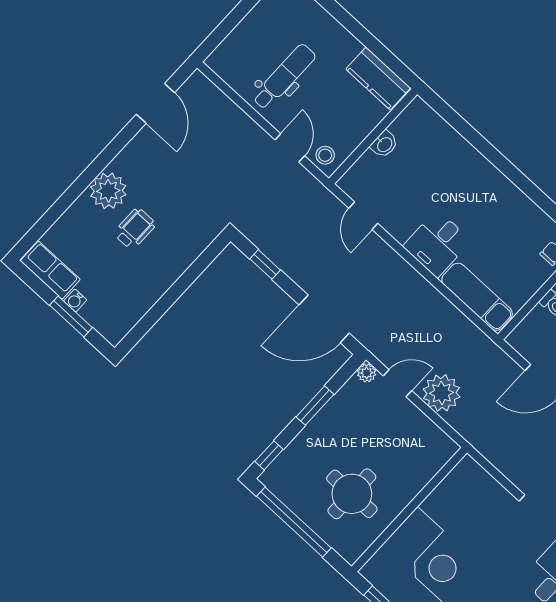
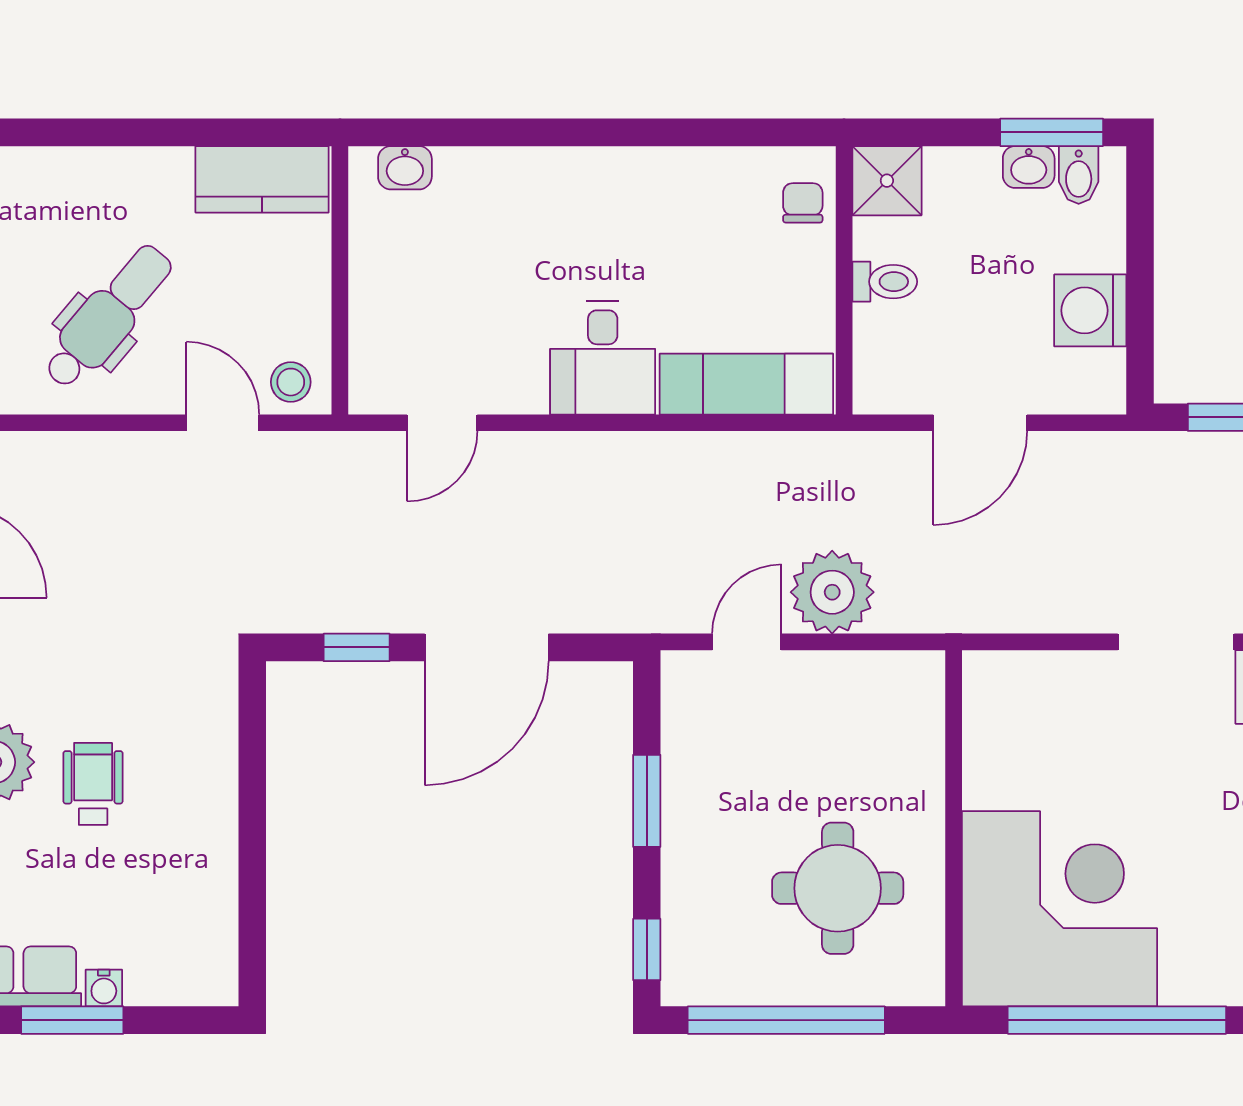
dental chair: (284, 77) -> (108, 317), turned 40
washbasin: (384, 144) -> (405, 168), moved, turned 90
door: (363, 216) -> (442, 423), hinge flipped
window: (71, 316) -> (72, 1020), moved
door: (324, 319) -> (487, 647), moved
plant: (367, 373) -> (682, 671), removed

